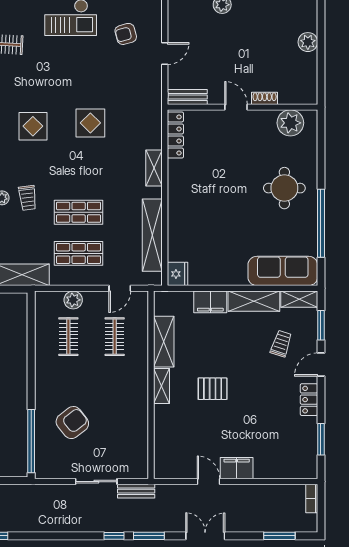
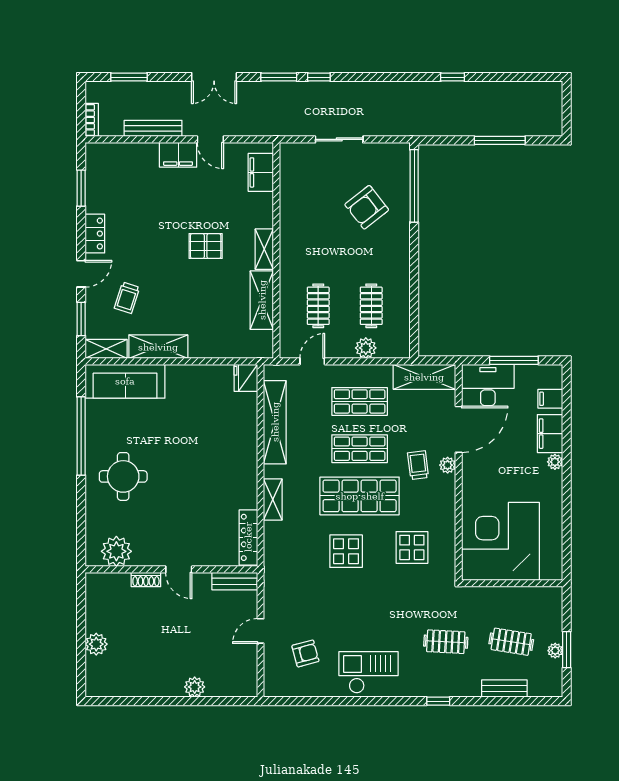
shop shelf: (79, 171) -> (360, 496), added
filing cabinet: (210, 302) -> (261, 172), moved, turned -90
bench: (136, 491) -> (153, 128), moved, width x1.36

